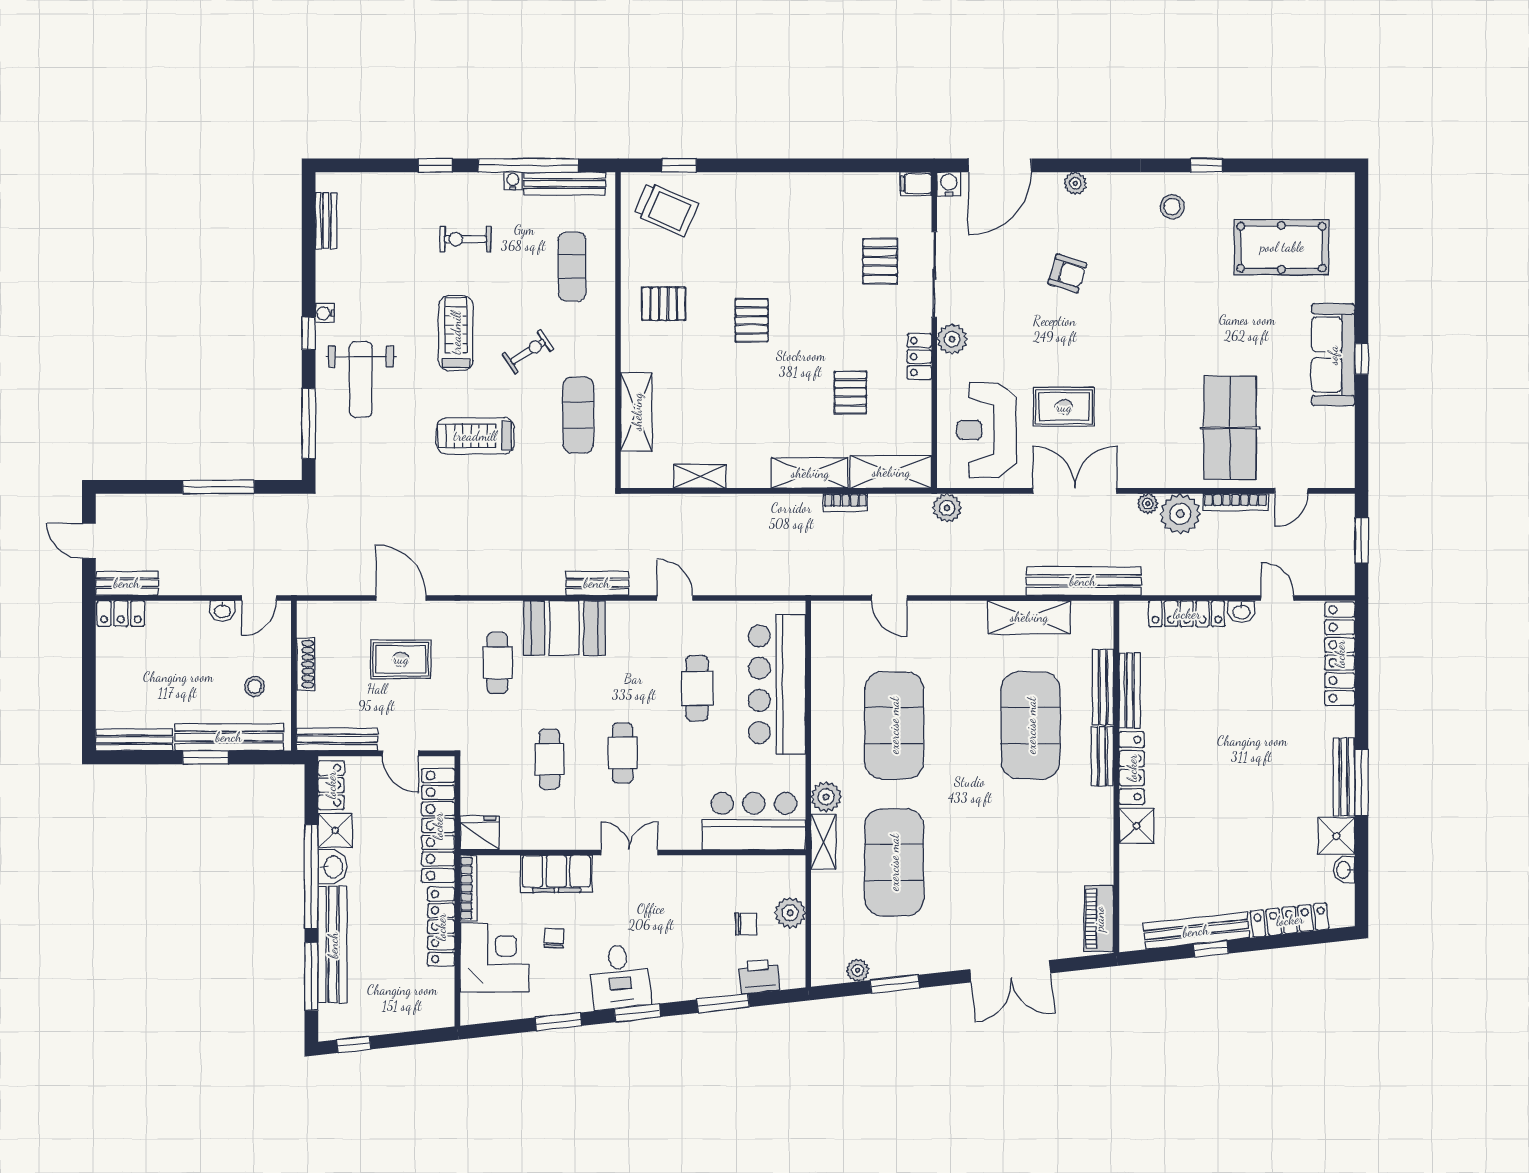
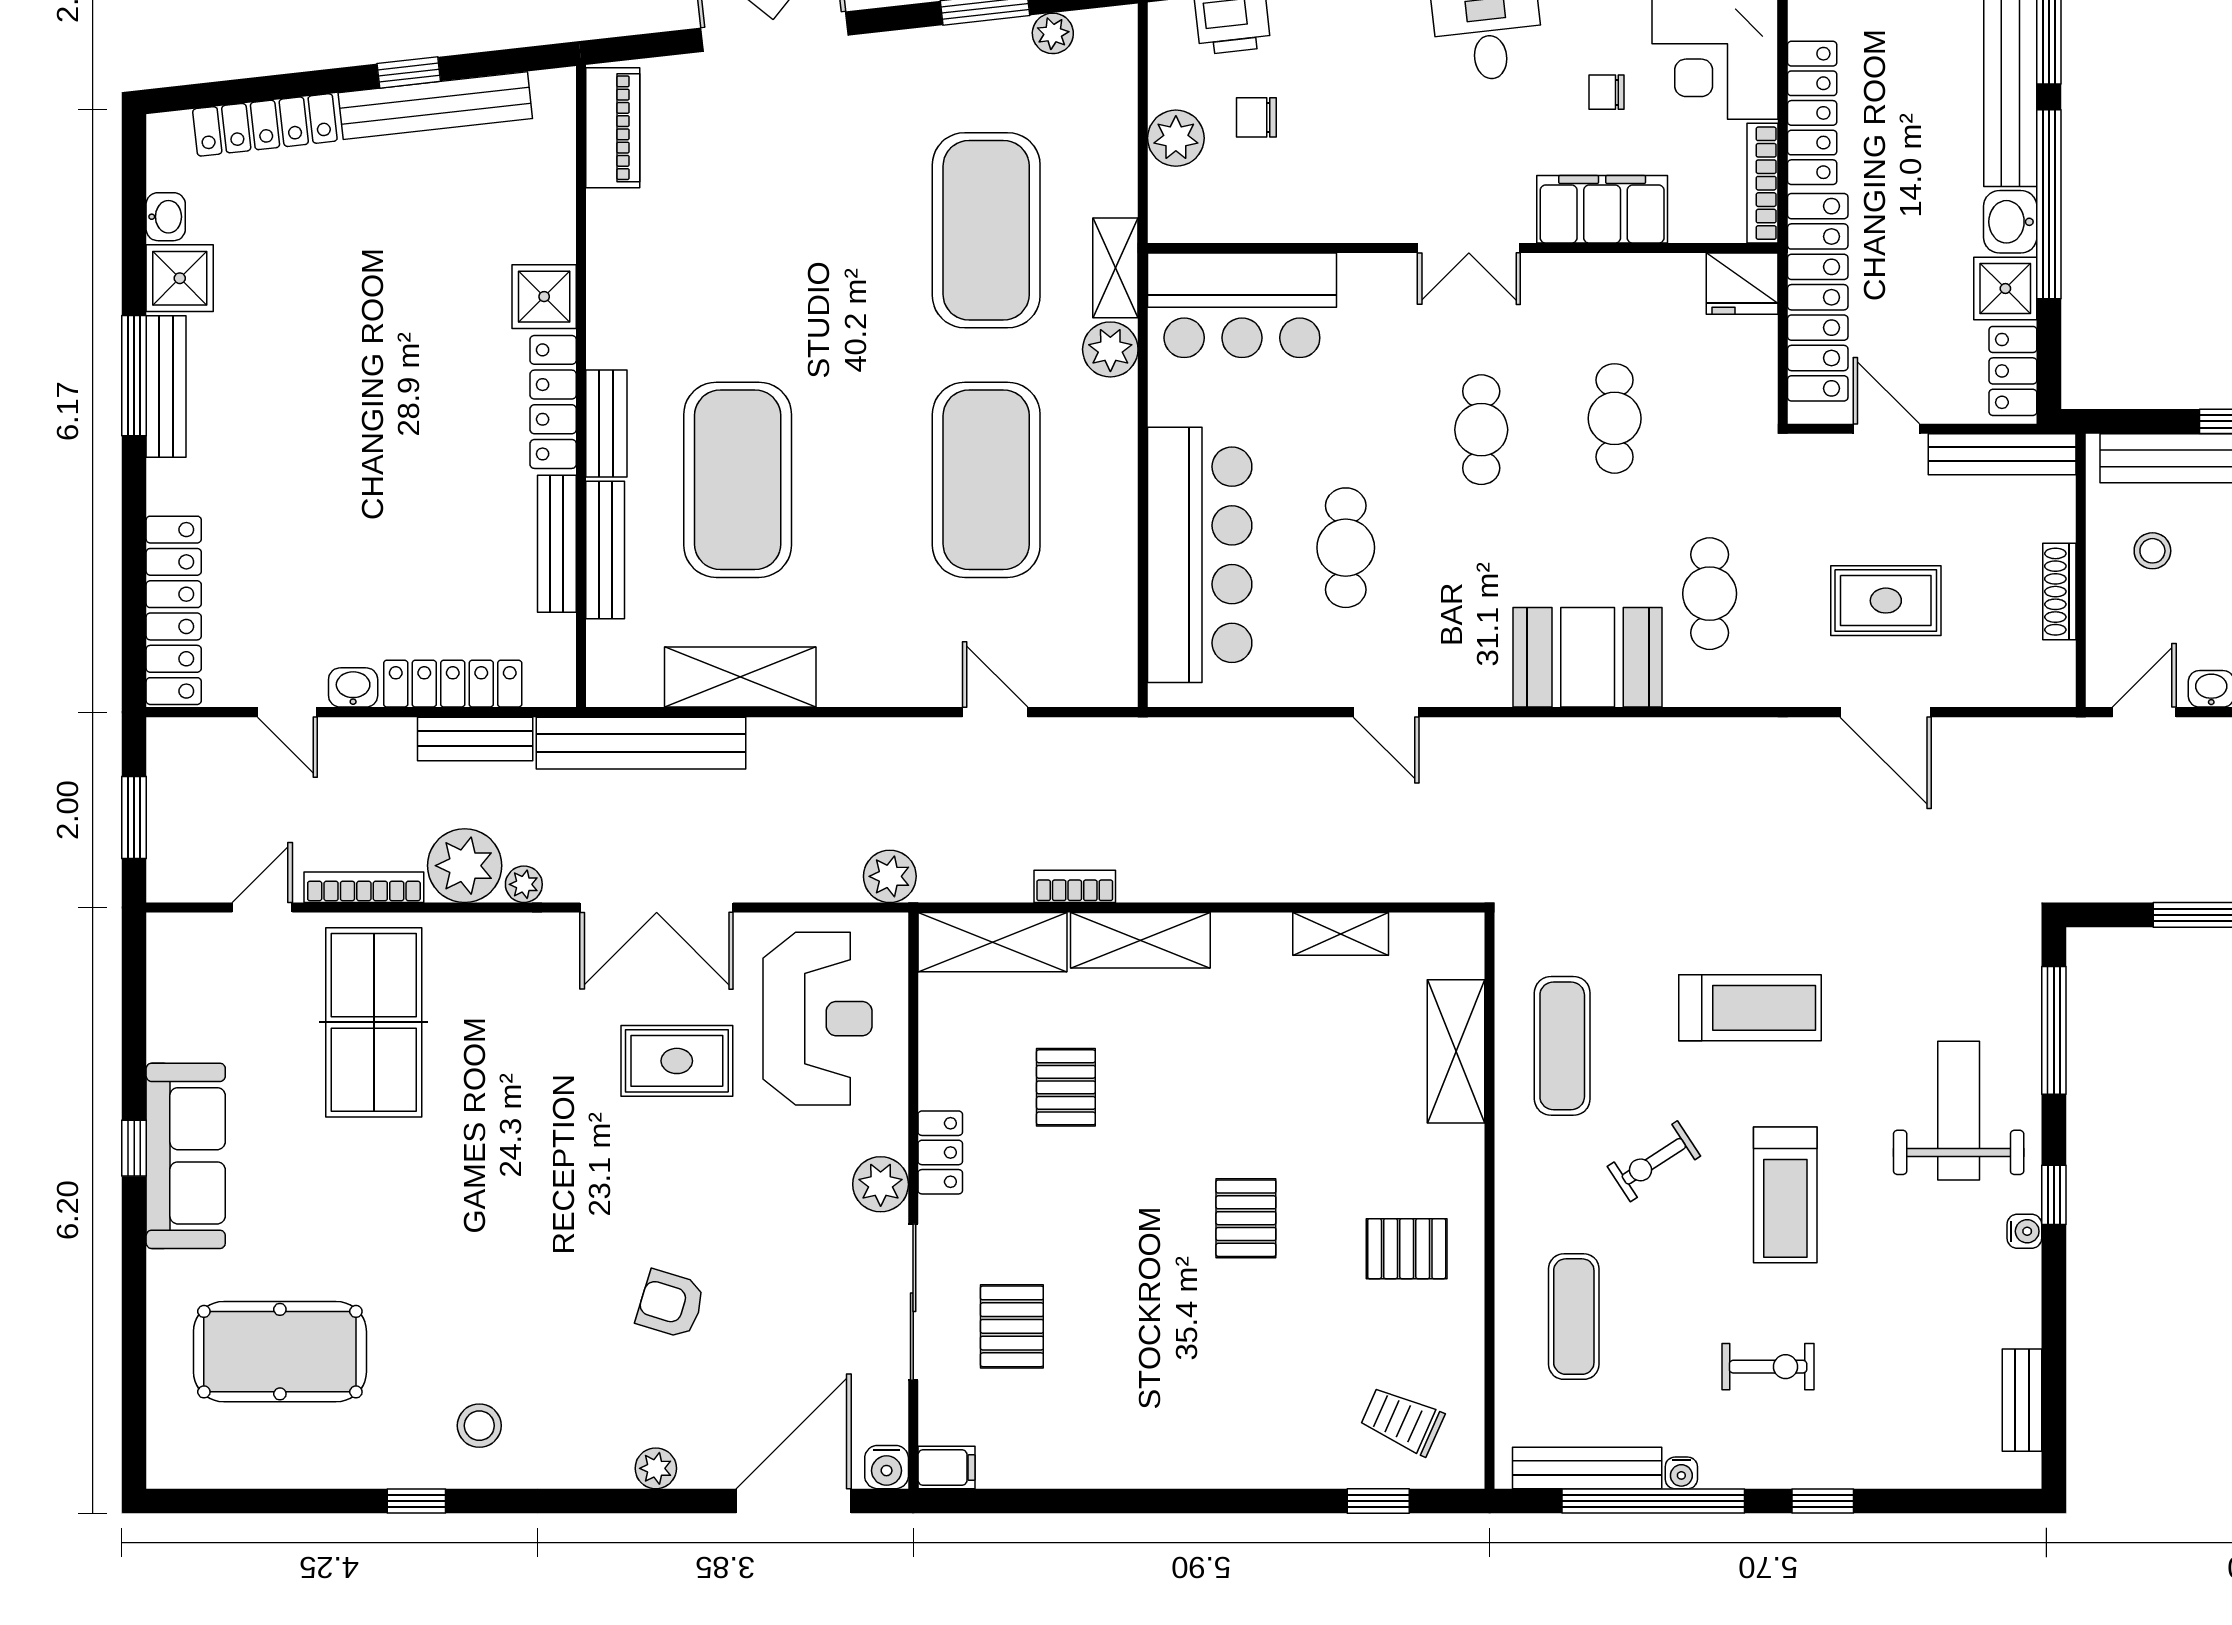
trolley: (666, 209) -> (1402, 1421), width x0.73, depth x0.72
bench: (597, 583) -> (475, 739), moved
chair: (554, 938) -> (1606, 92), turned 87

